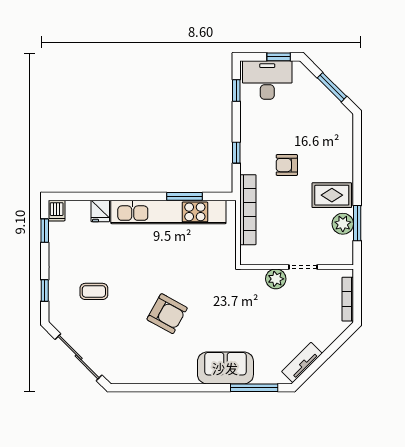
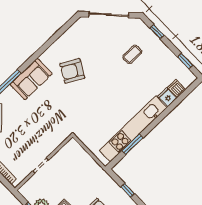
bookcase: (248, 210) -> (95, 168), removed
dishwasher: (57, 211) -> (177, 89), moved
plant: (276, 279) -> (48, 147), removed
armchair: (167, 314) -> (72, 71), moved

